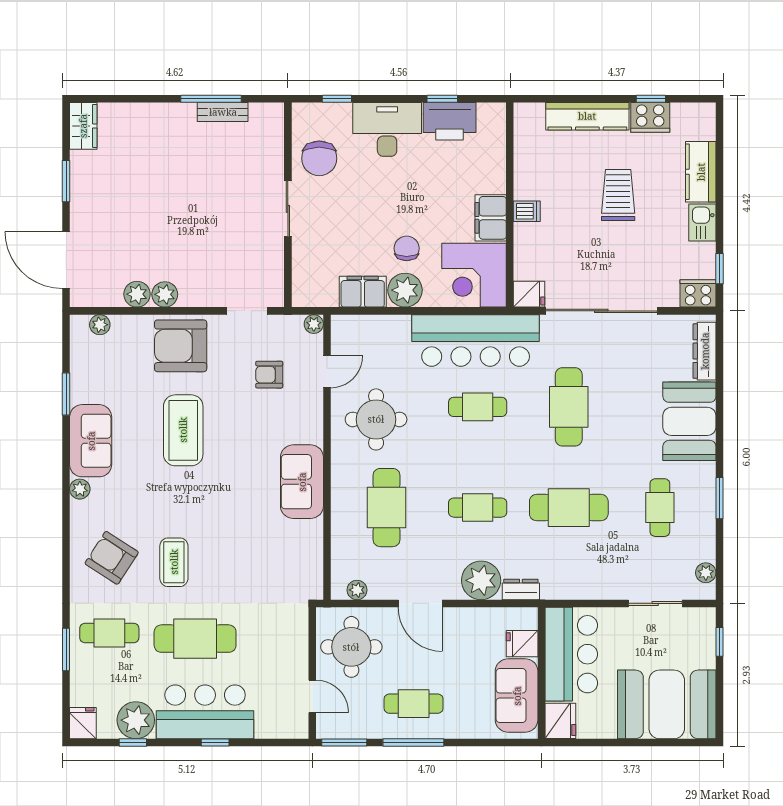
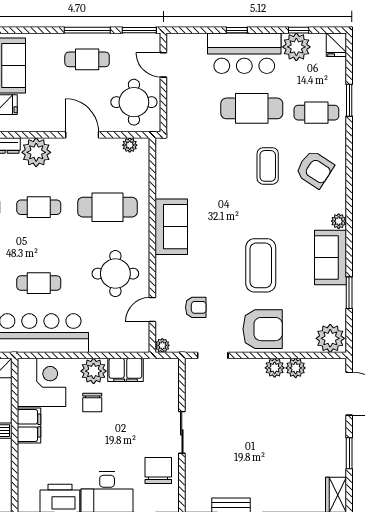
plant: (100, 325) -> (330, 338), width x1.88, depth x1.88
cafe table: (387, 508) -> (107, 207), turned 90

